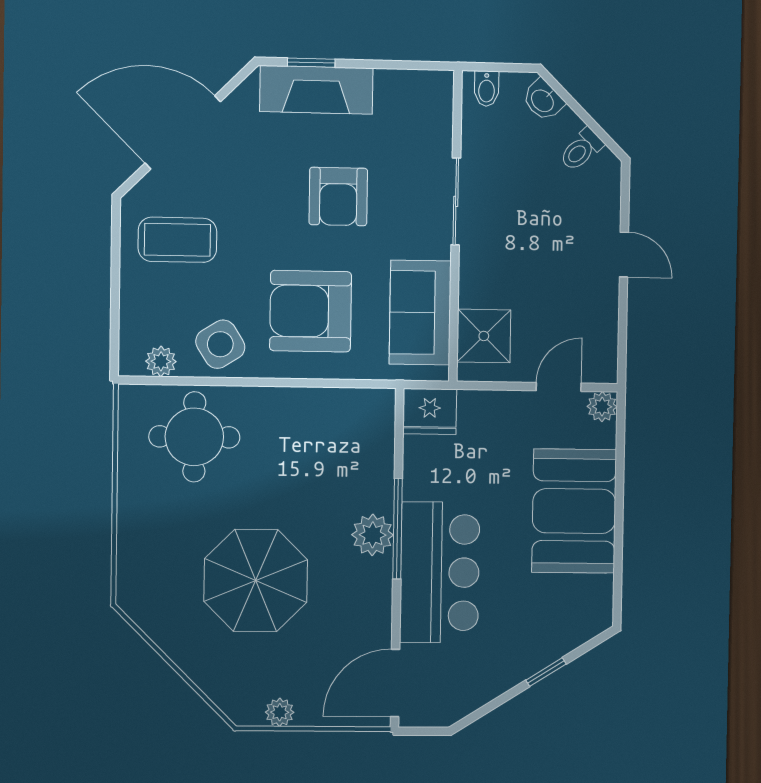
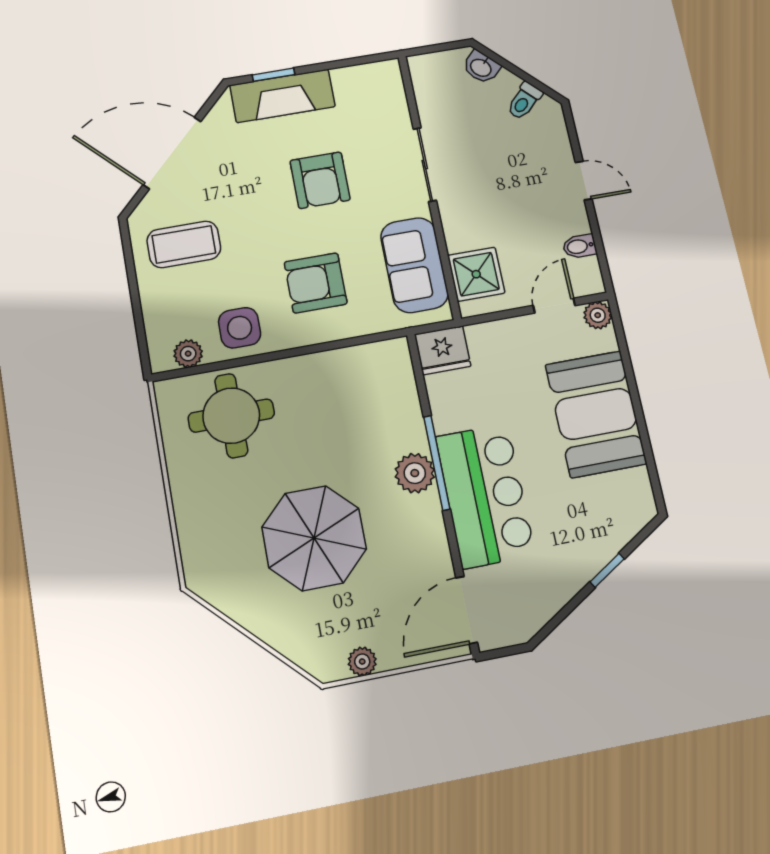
bidet: (487, 89) -> (580, 246), moved, turned 90
armchair: (311, 311) -> (316, 283), width x0.73, depth x0.73
side table: (220, 344) -> (240, 328), turned 32

